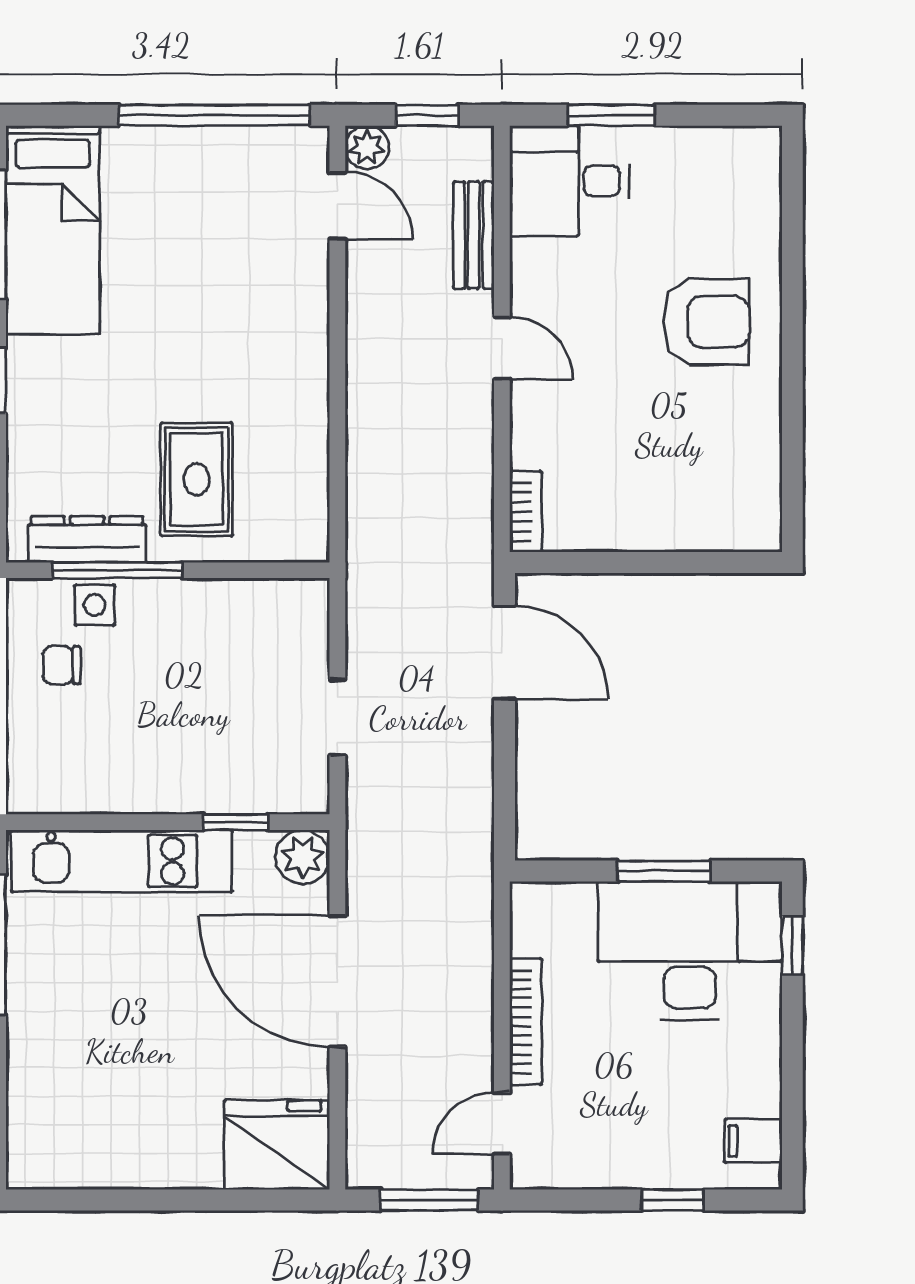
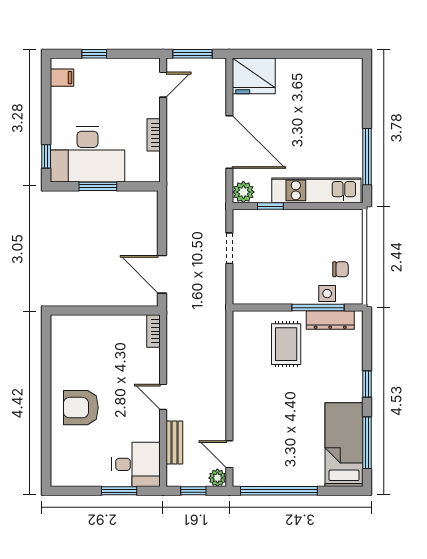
bookcase: (526, 1022) -> (154, 135), width x0.64

